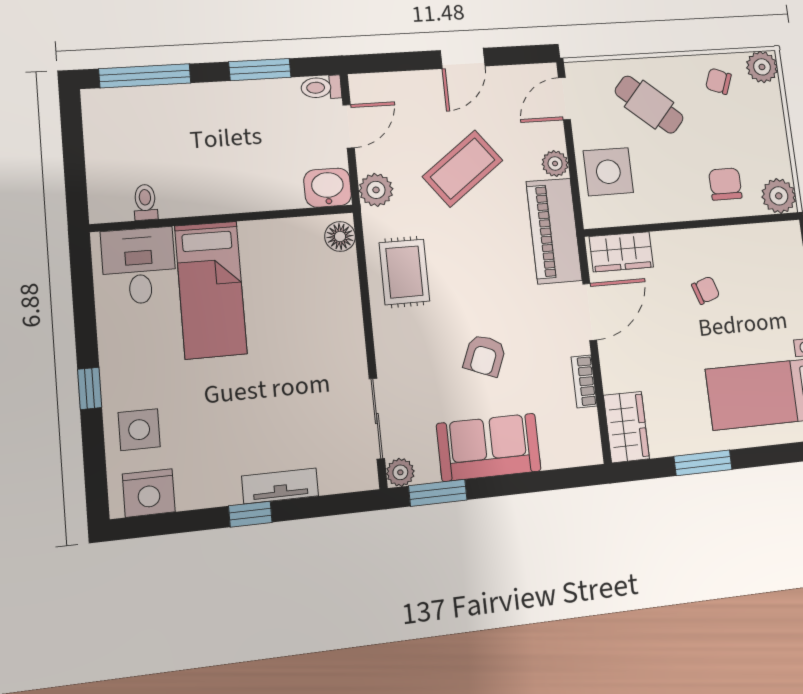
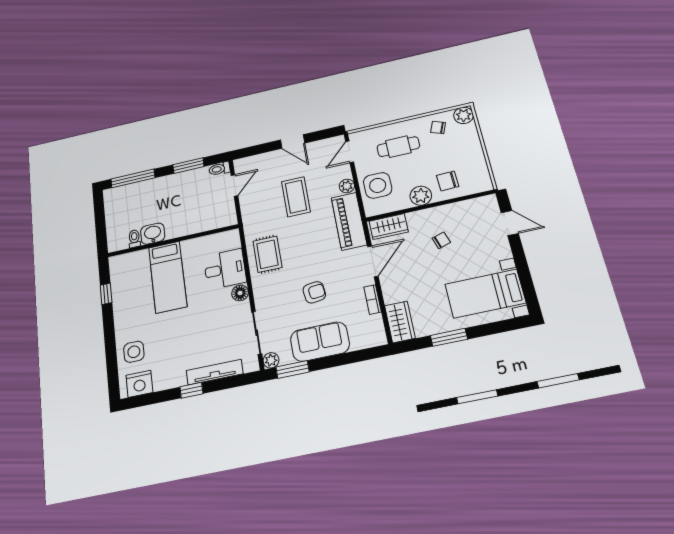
door: (463, 58) -> (293, 142), hinge flipped
cafe table: (649, 105) -> (398, 147), turned -41
coffee table: (463, 169) -> (296, 197), turned -53
chair: (725, 184) -> (448, 181), turned -92
washbasin: (328, 188) -> (153, 234), moved
plant: (376, 190) -> (250, 215), removed
plant: (779, 196) -> (421, 196), moved
floor lamp: (340, 236) -> (240, 293), moved
desk: (139, 266) -> (225, 269), moved, turned 90
armchair: (485, 355) -> (314, 292), turned -119
window: (90, 388) -> (106, 294), moved
tv unit: (280, 486) -> (215, 372), width x1.41

